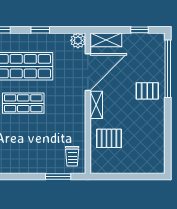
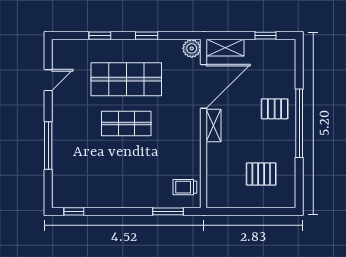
window: (168, 69) -> (299, 123), moved
pallet: (109, 138) -> (261, 174), moved
trolley: (72, 156) -> (185, 187), turned 90

